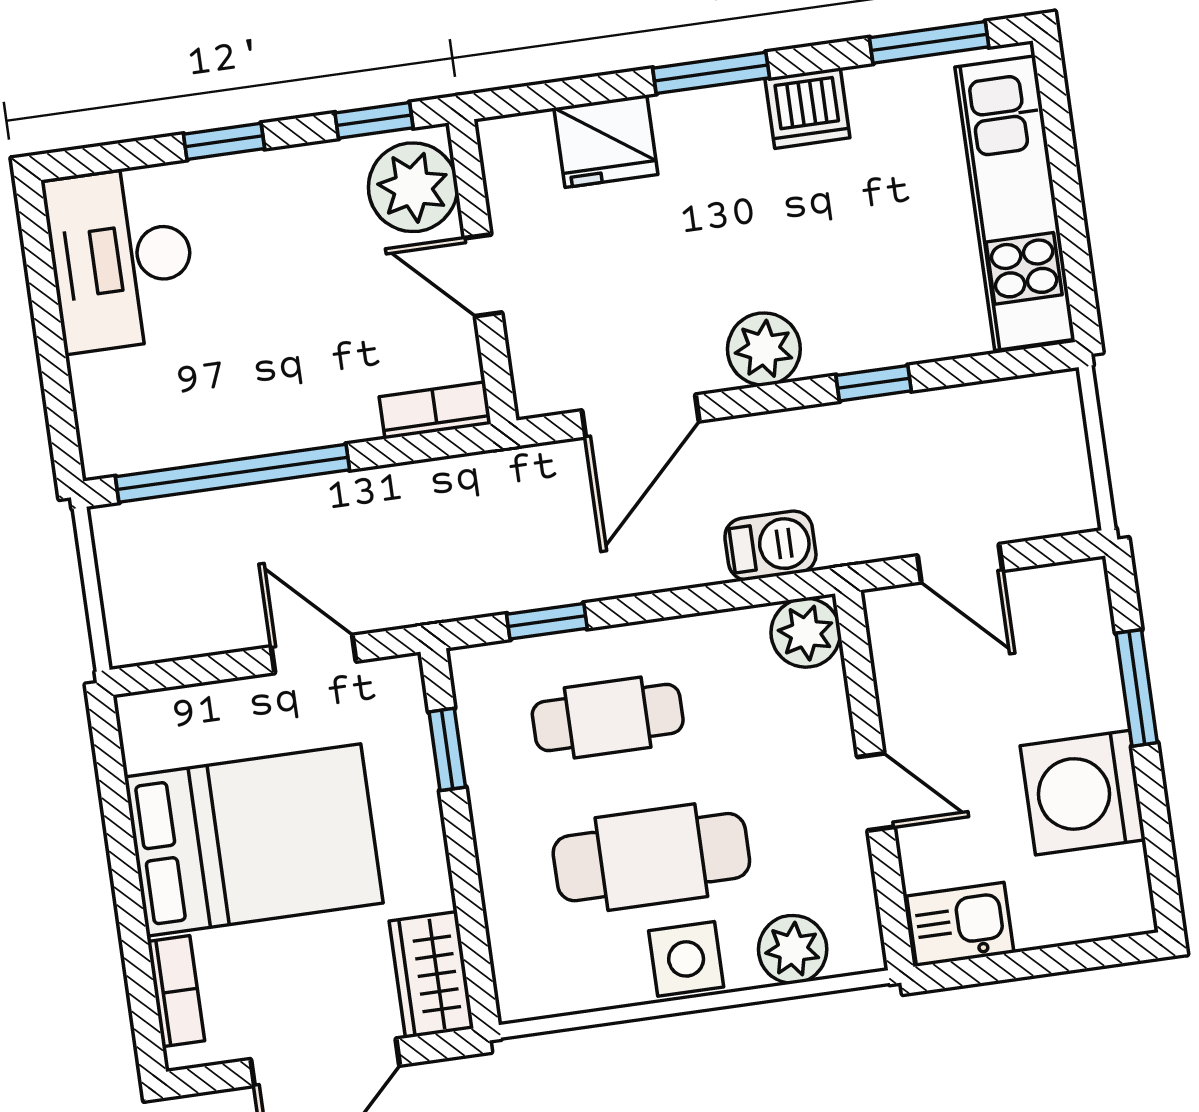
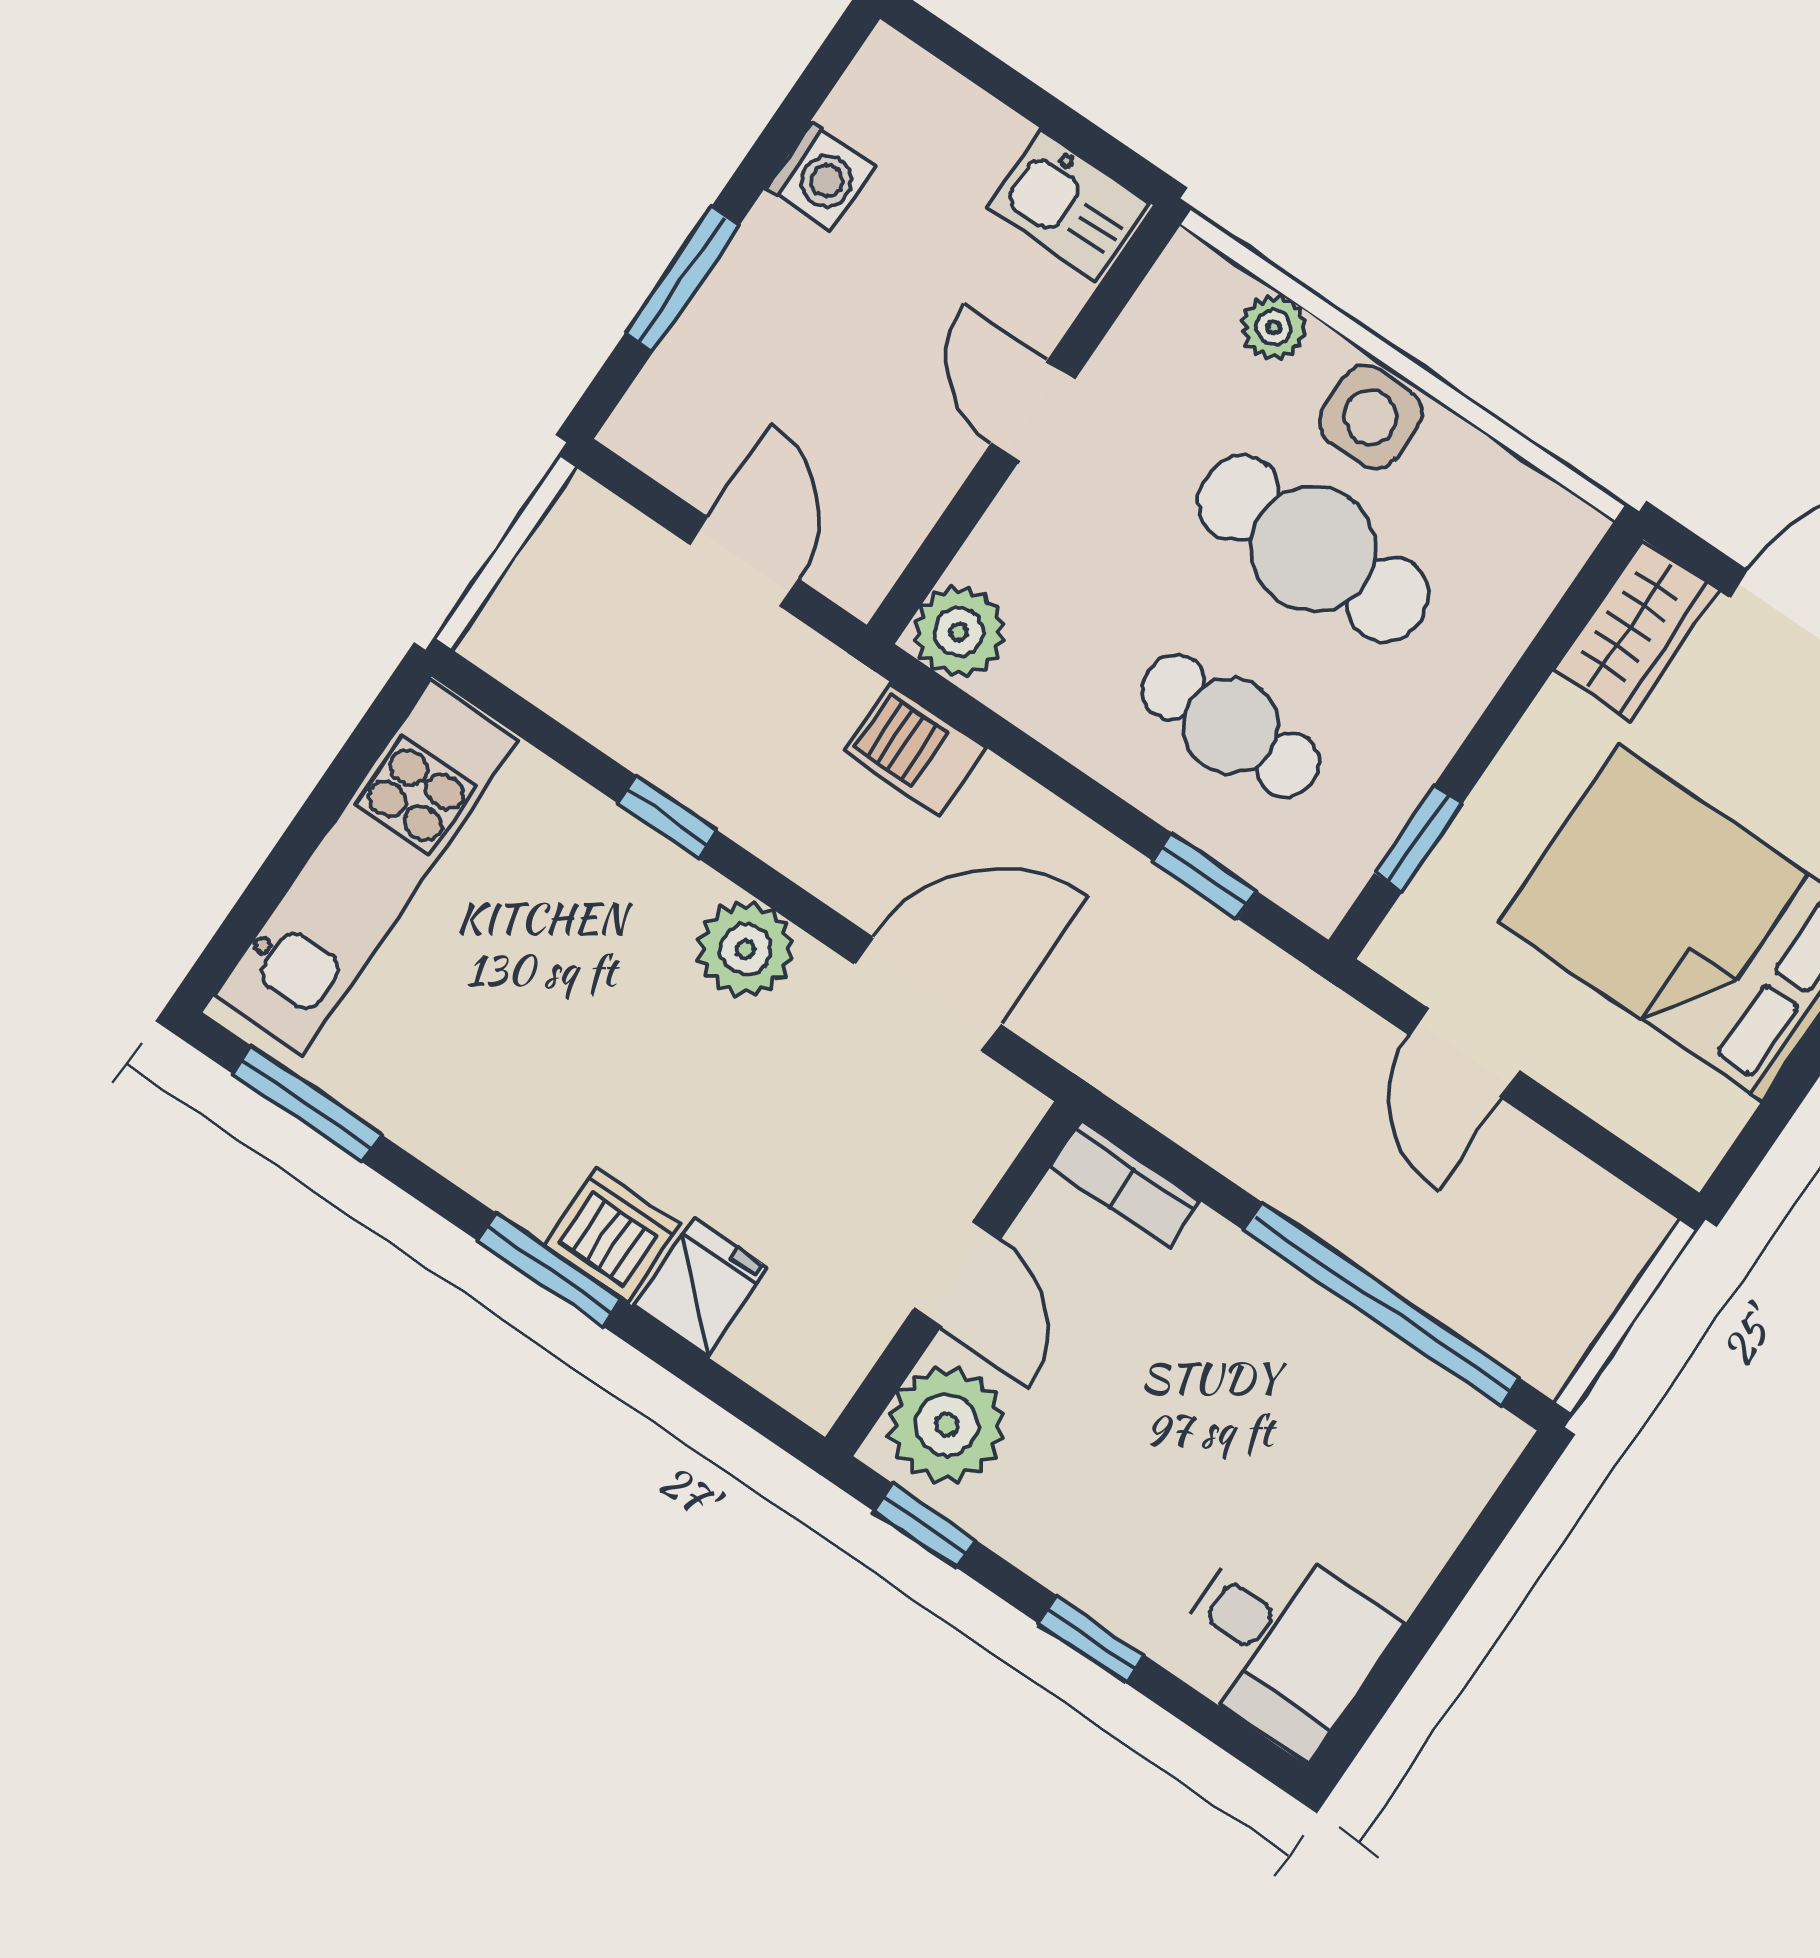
dishwasher: (807, 108) -> (612, 1234), moved
fridge: (606, 141) -> (700, 1287), width x0.72
desk: (121, 259) -> (1281, 1643), width x0.73
washing machine: (1083, 793) -> (820, 176), width x0.53, depth x0.53
plant: (793, 949) -> (1274, 327), width x0.73, depth x0.73

